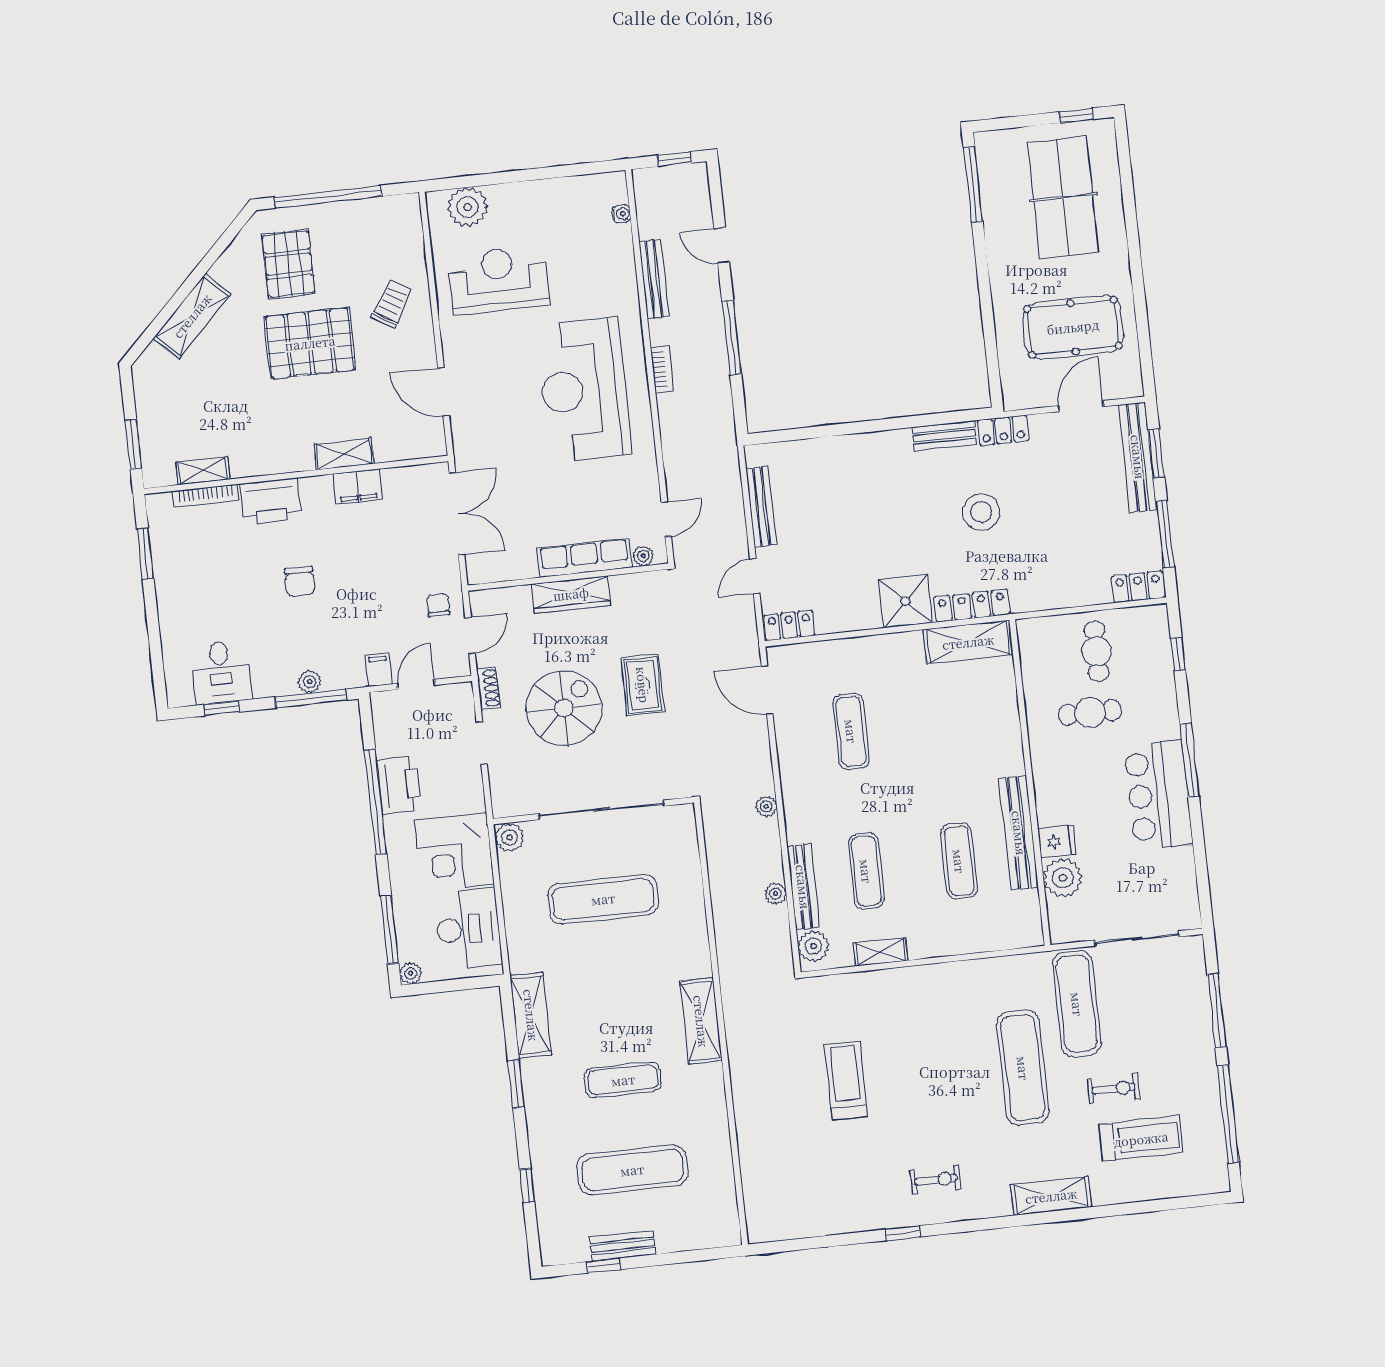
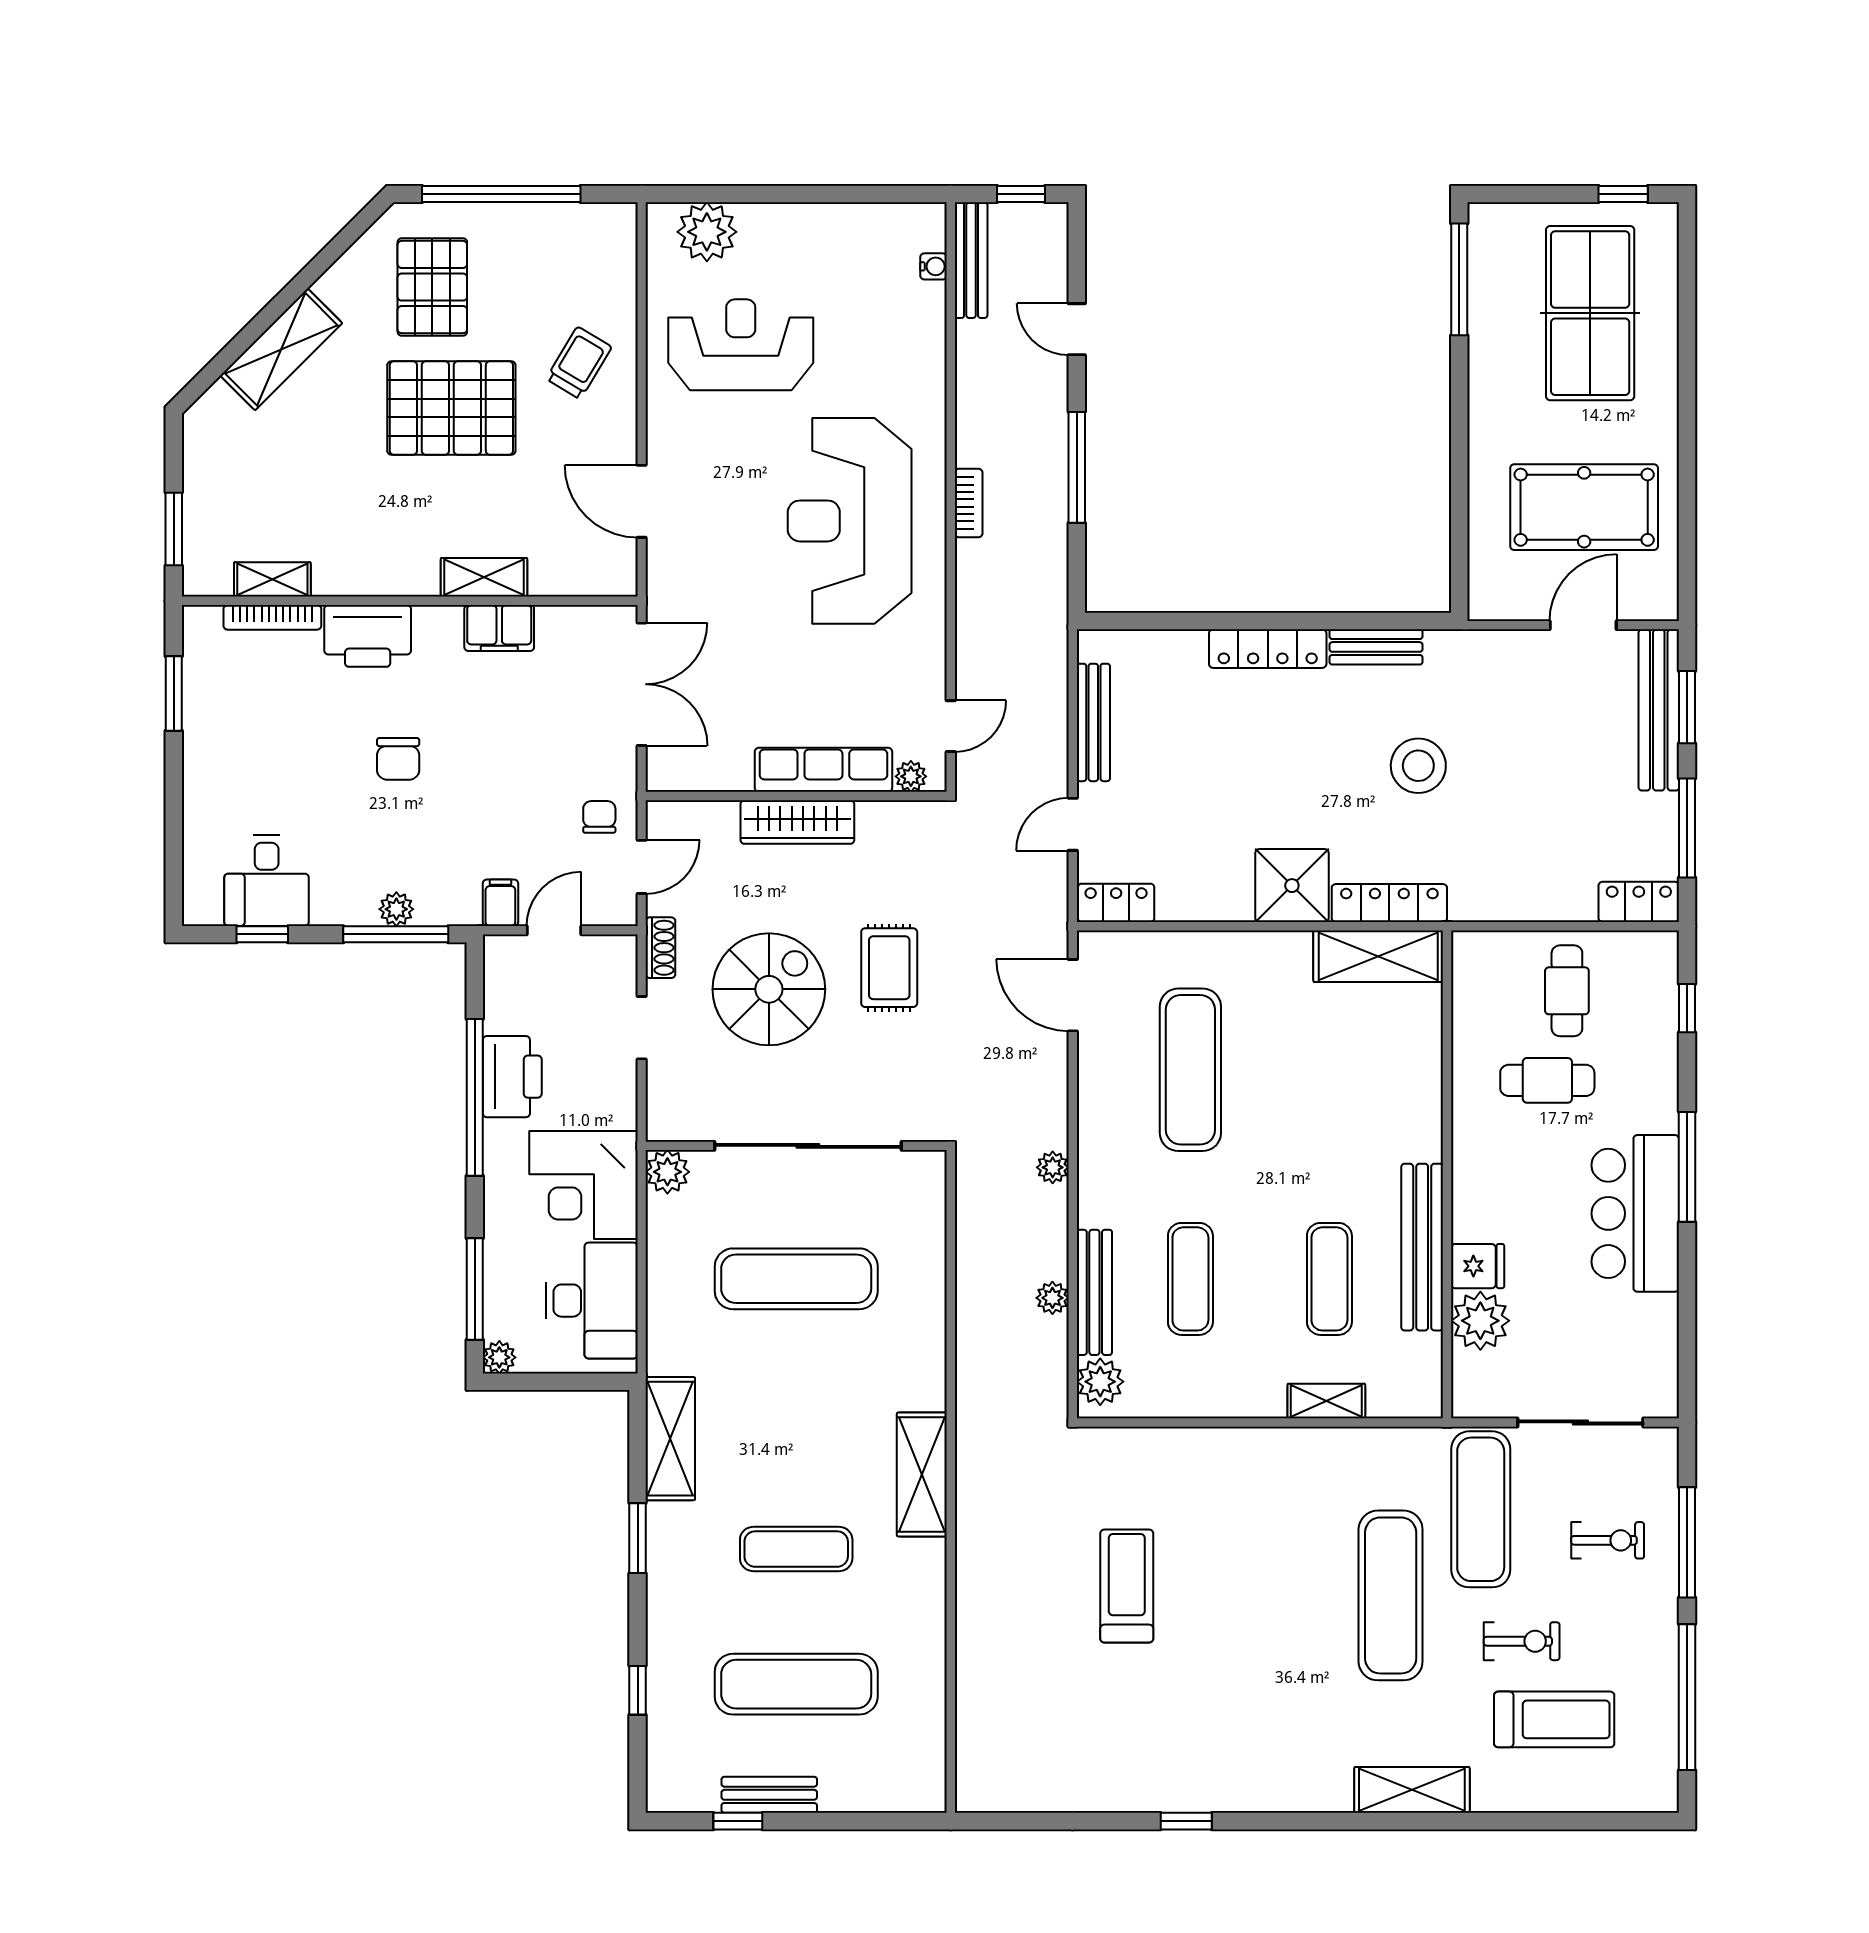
bench: (654, 279) -> (971, 260), moved
locker: (1003, 430) -> (1268, 649), moved, width x1.53
exercise mat: (851, 731) -> (1190, 1070), width x1.36, depth x1.45
shelving: (881, 952) -> (1326, 1401), moved
exercise bike: (936, 1180) -> (1608, 1540), moved

